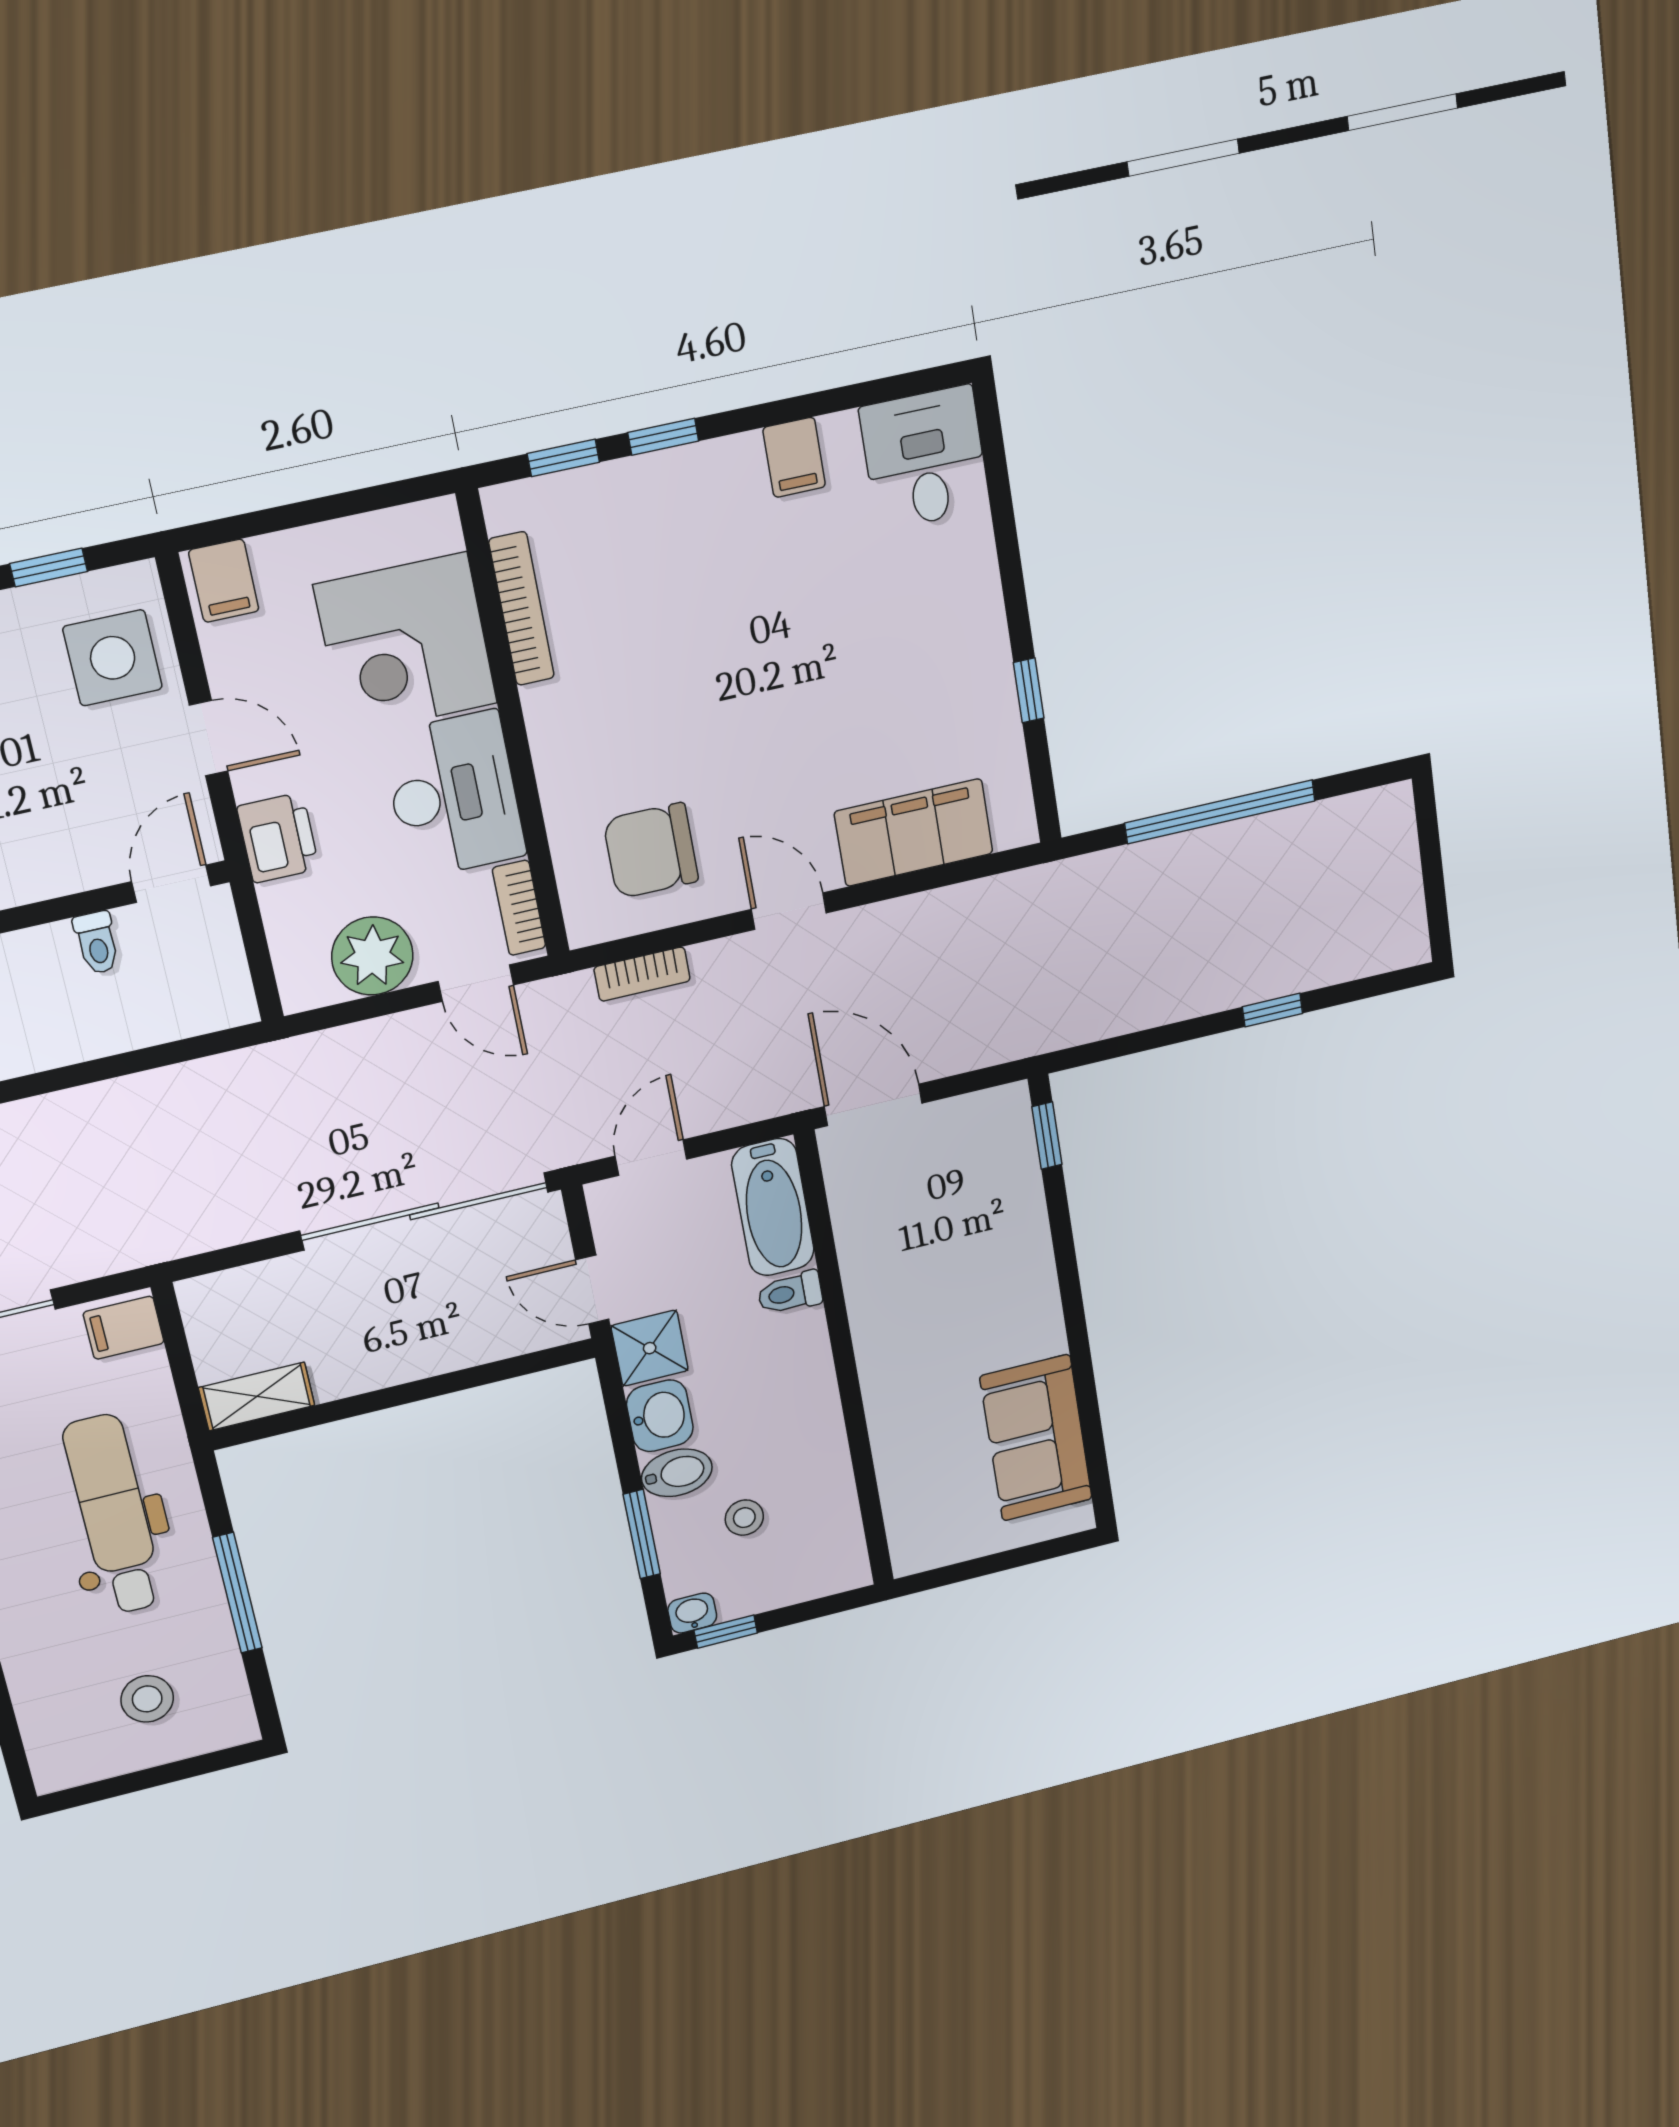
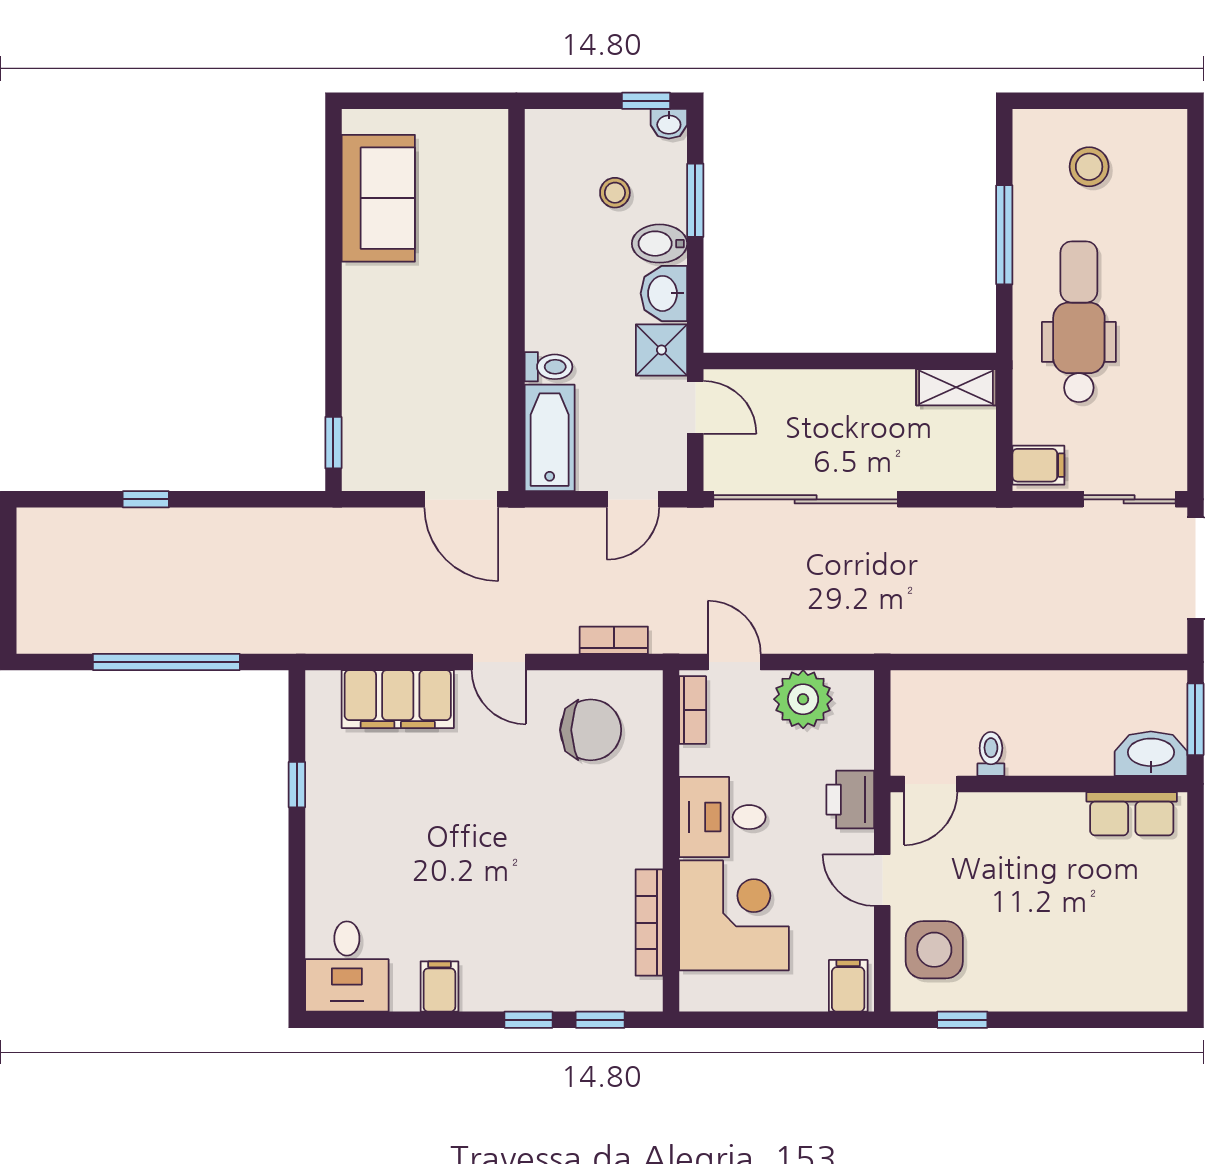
desk: (454, 795) -> (722, 817), width x0.73
dental chair: (114, 1515) -> (1079, 322), turned 180

